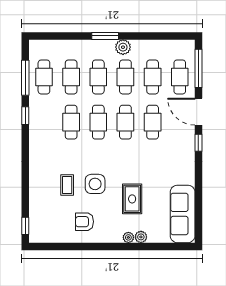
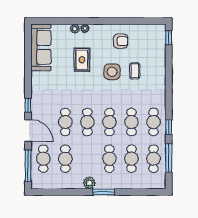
cafe table: (125, 77) -> (154, 122), moved

